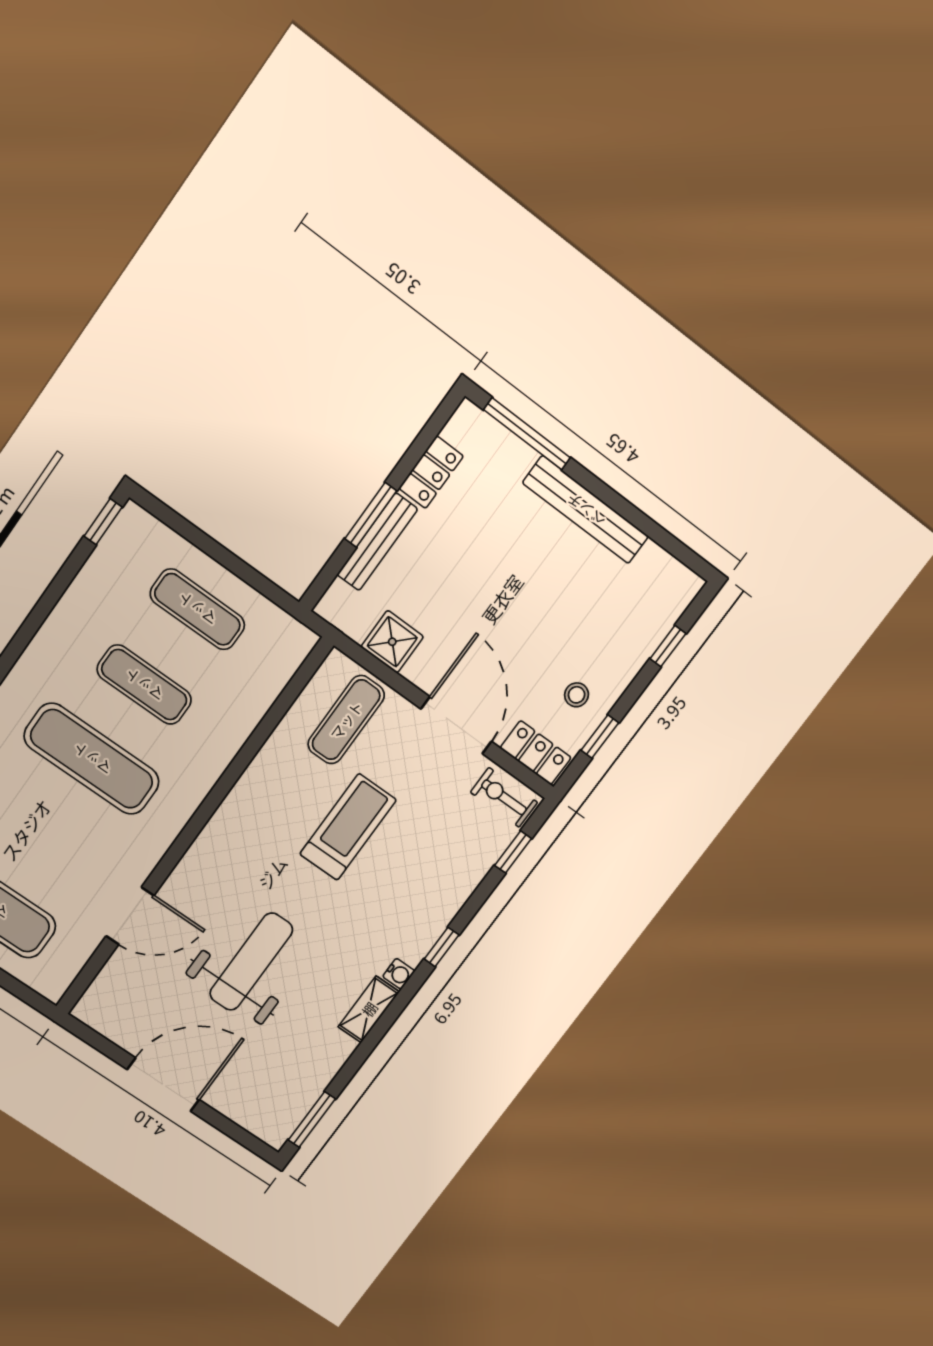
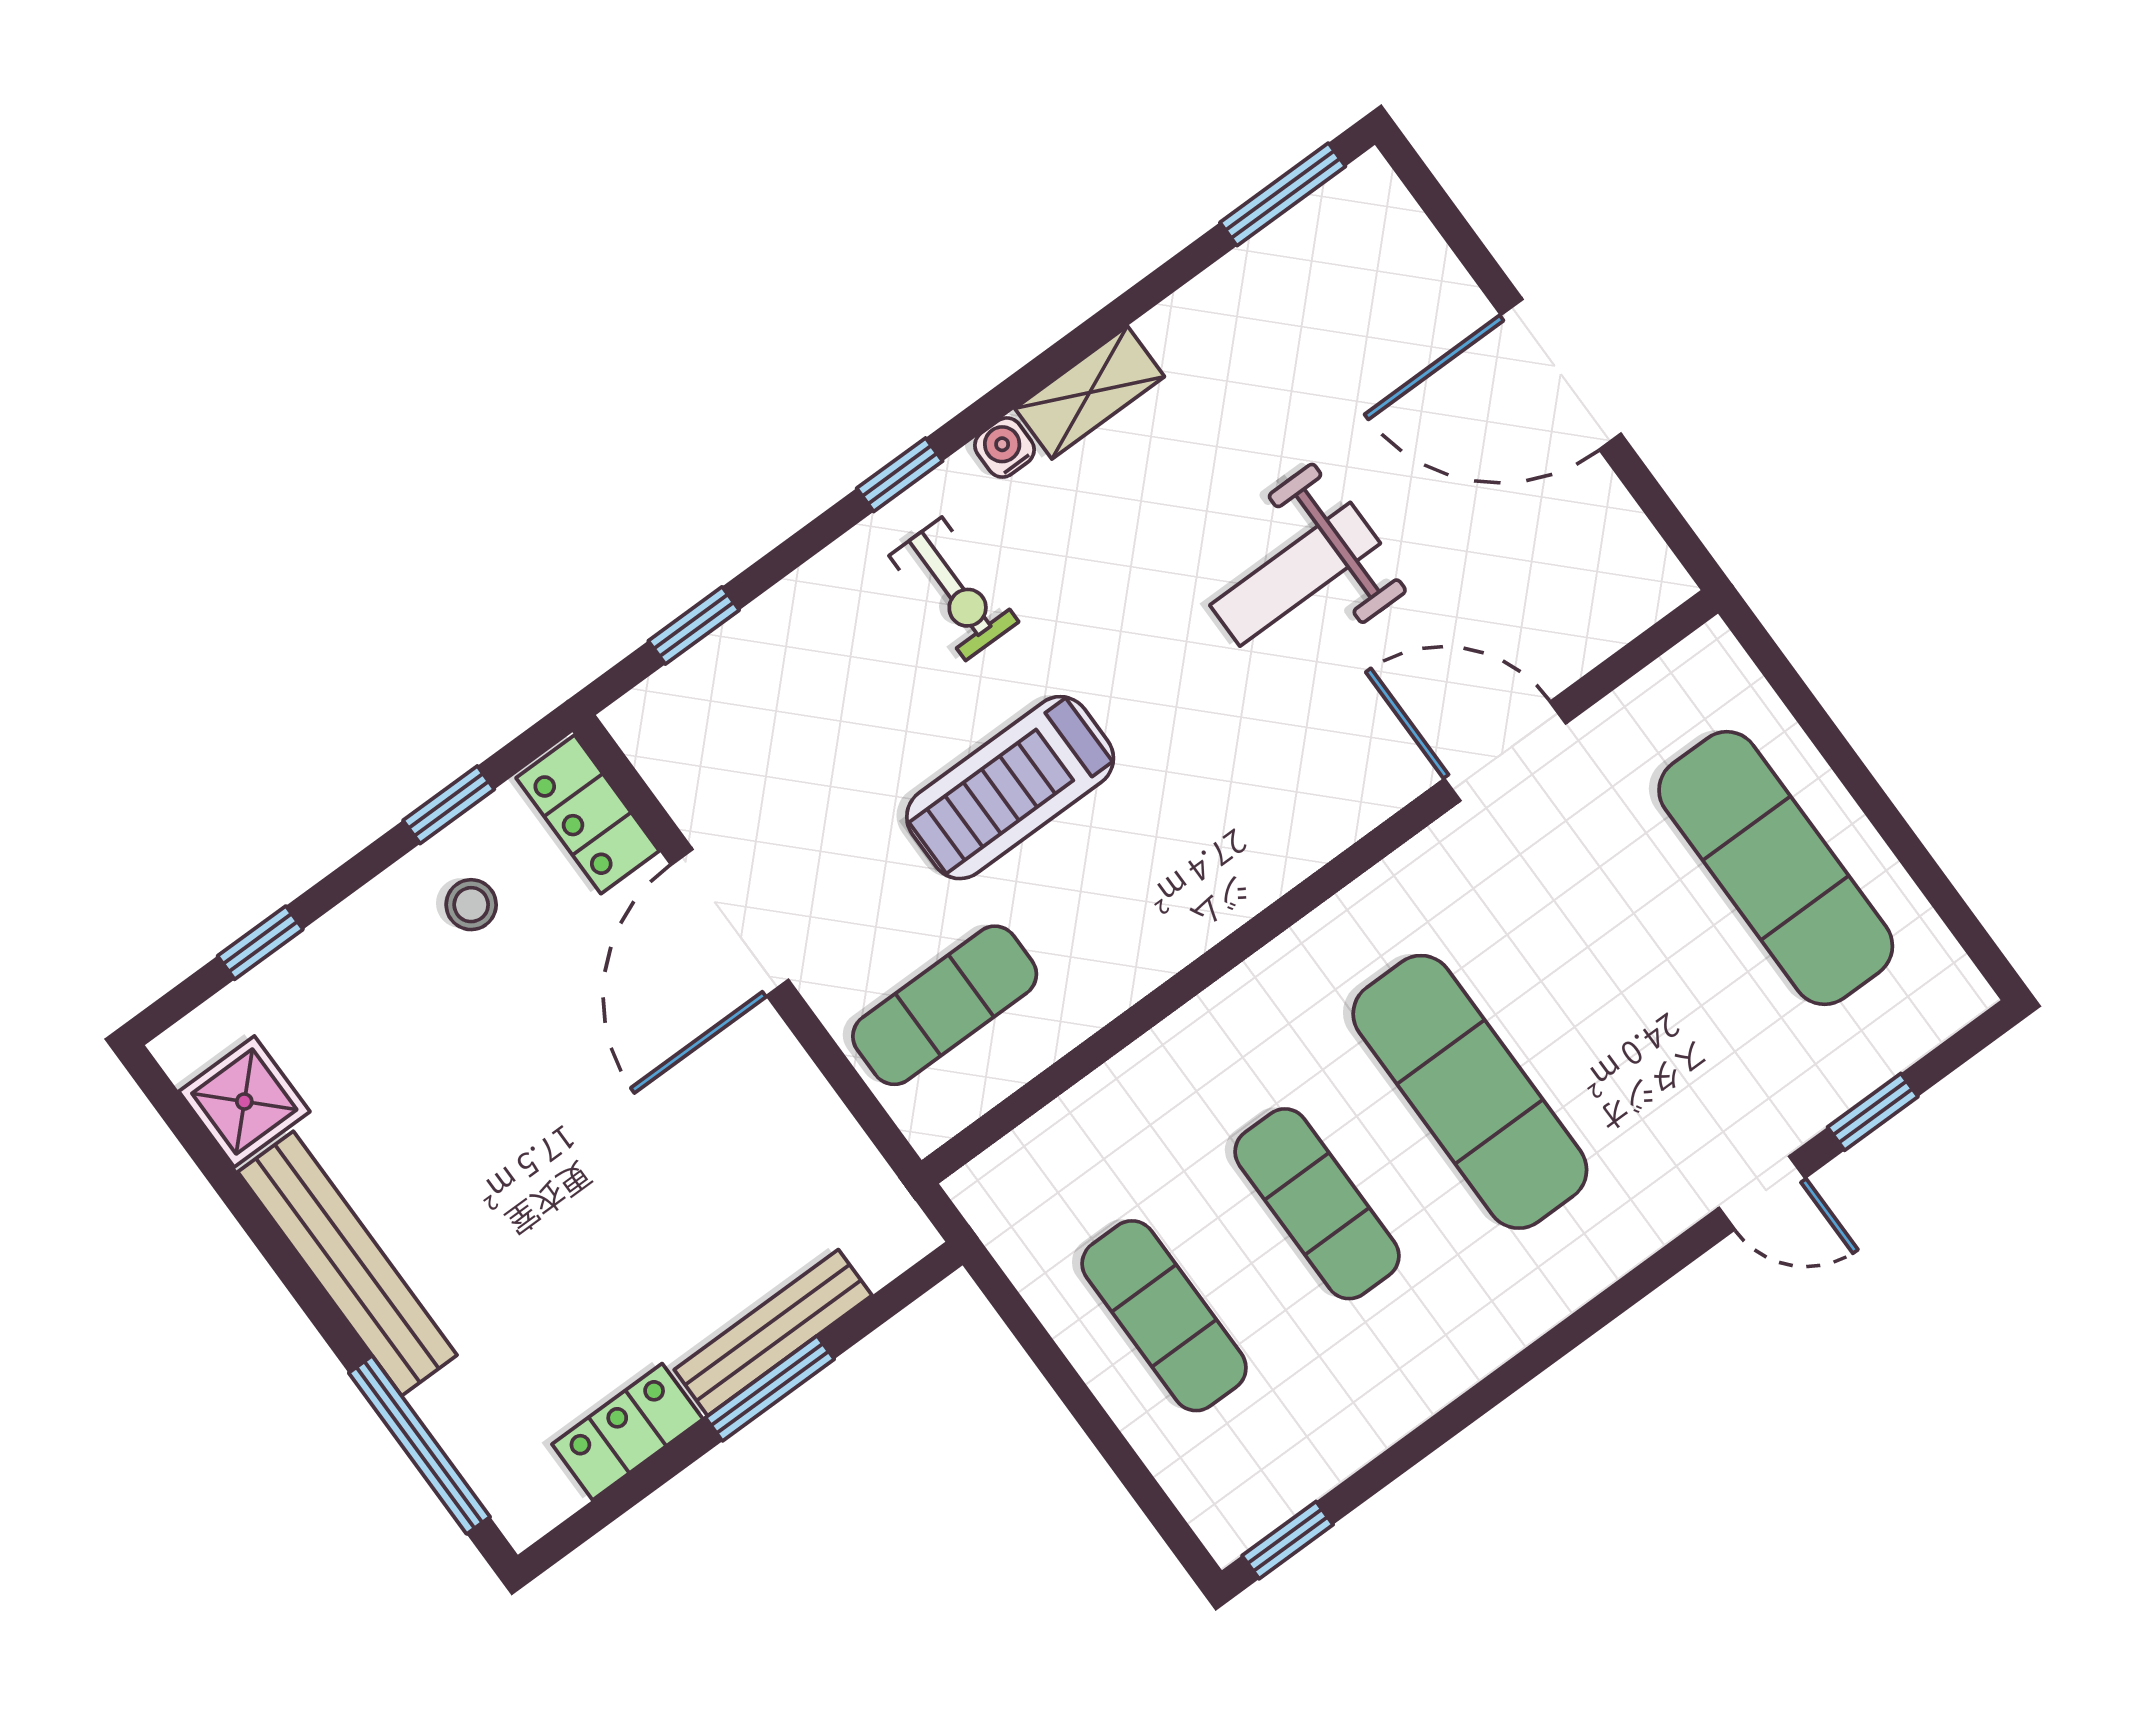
shower: (392, 642) -> (244, 1102), moved
exercise bike: (504, 797) -> (954, 589), moved
weight bench: (251, 962) -> (1295, 574), width x0.73, depth x0.75

